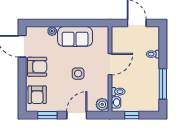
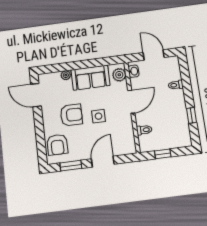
armchair: (37, 67) -> (71, 115), moved
window: (163, 84) -> (191, 115), width x0.46
washbasin: (116, 102) -> (134, 71), moved
plant: (102, 104) -> (119, 75), moved

